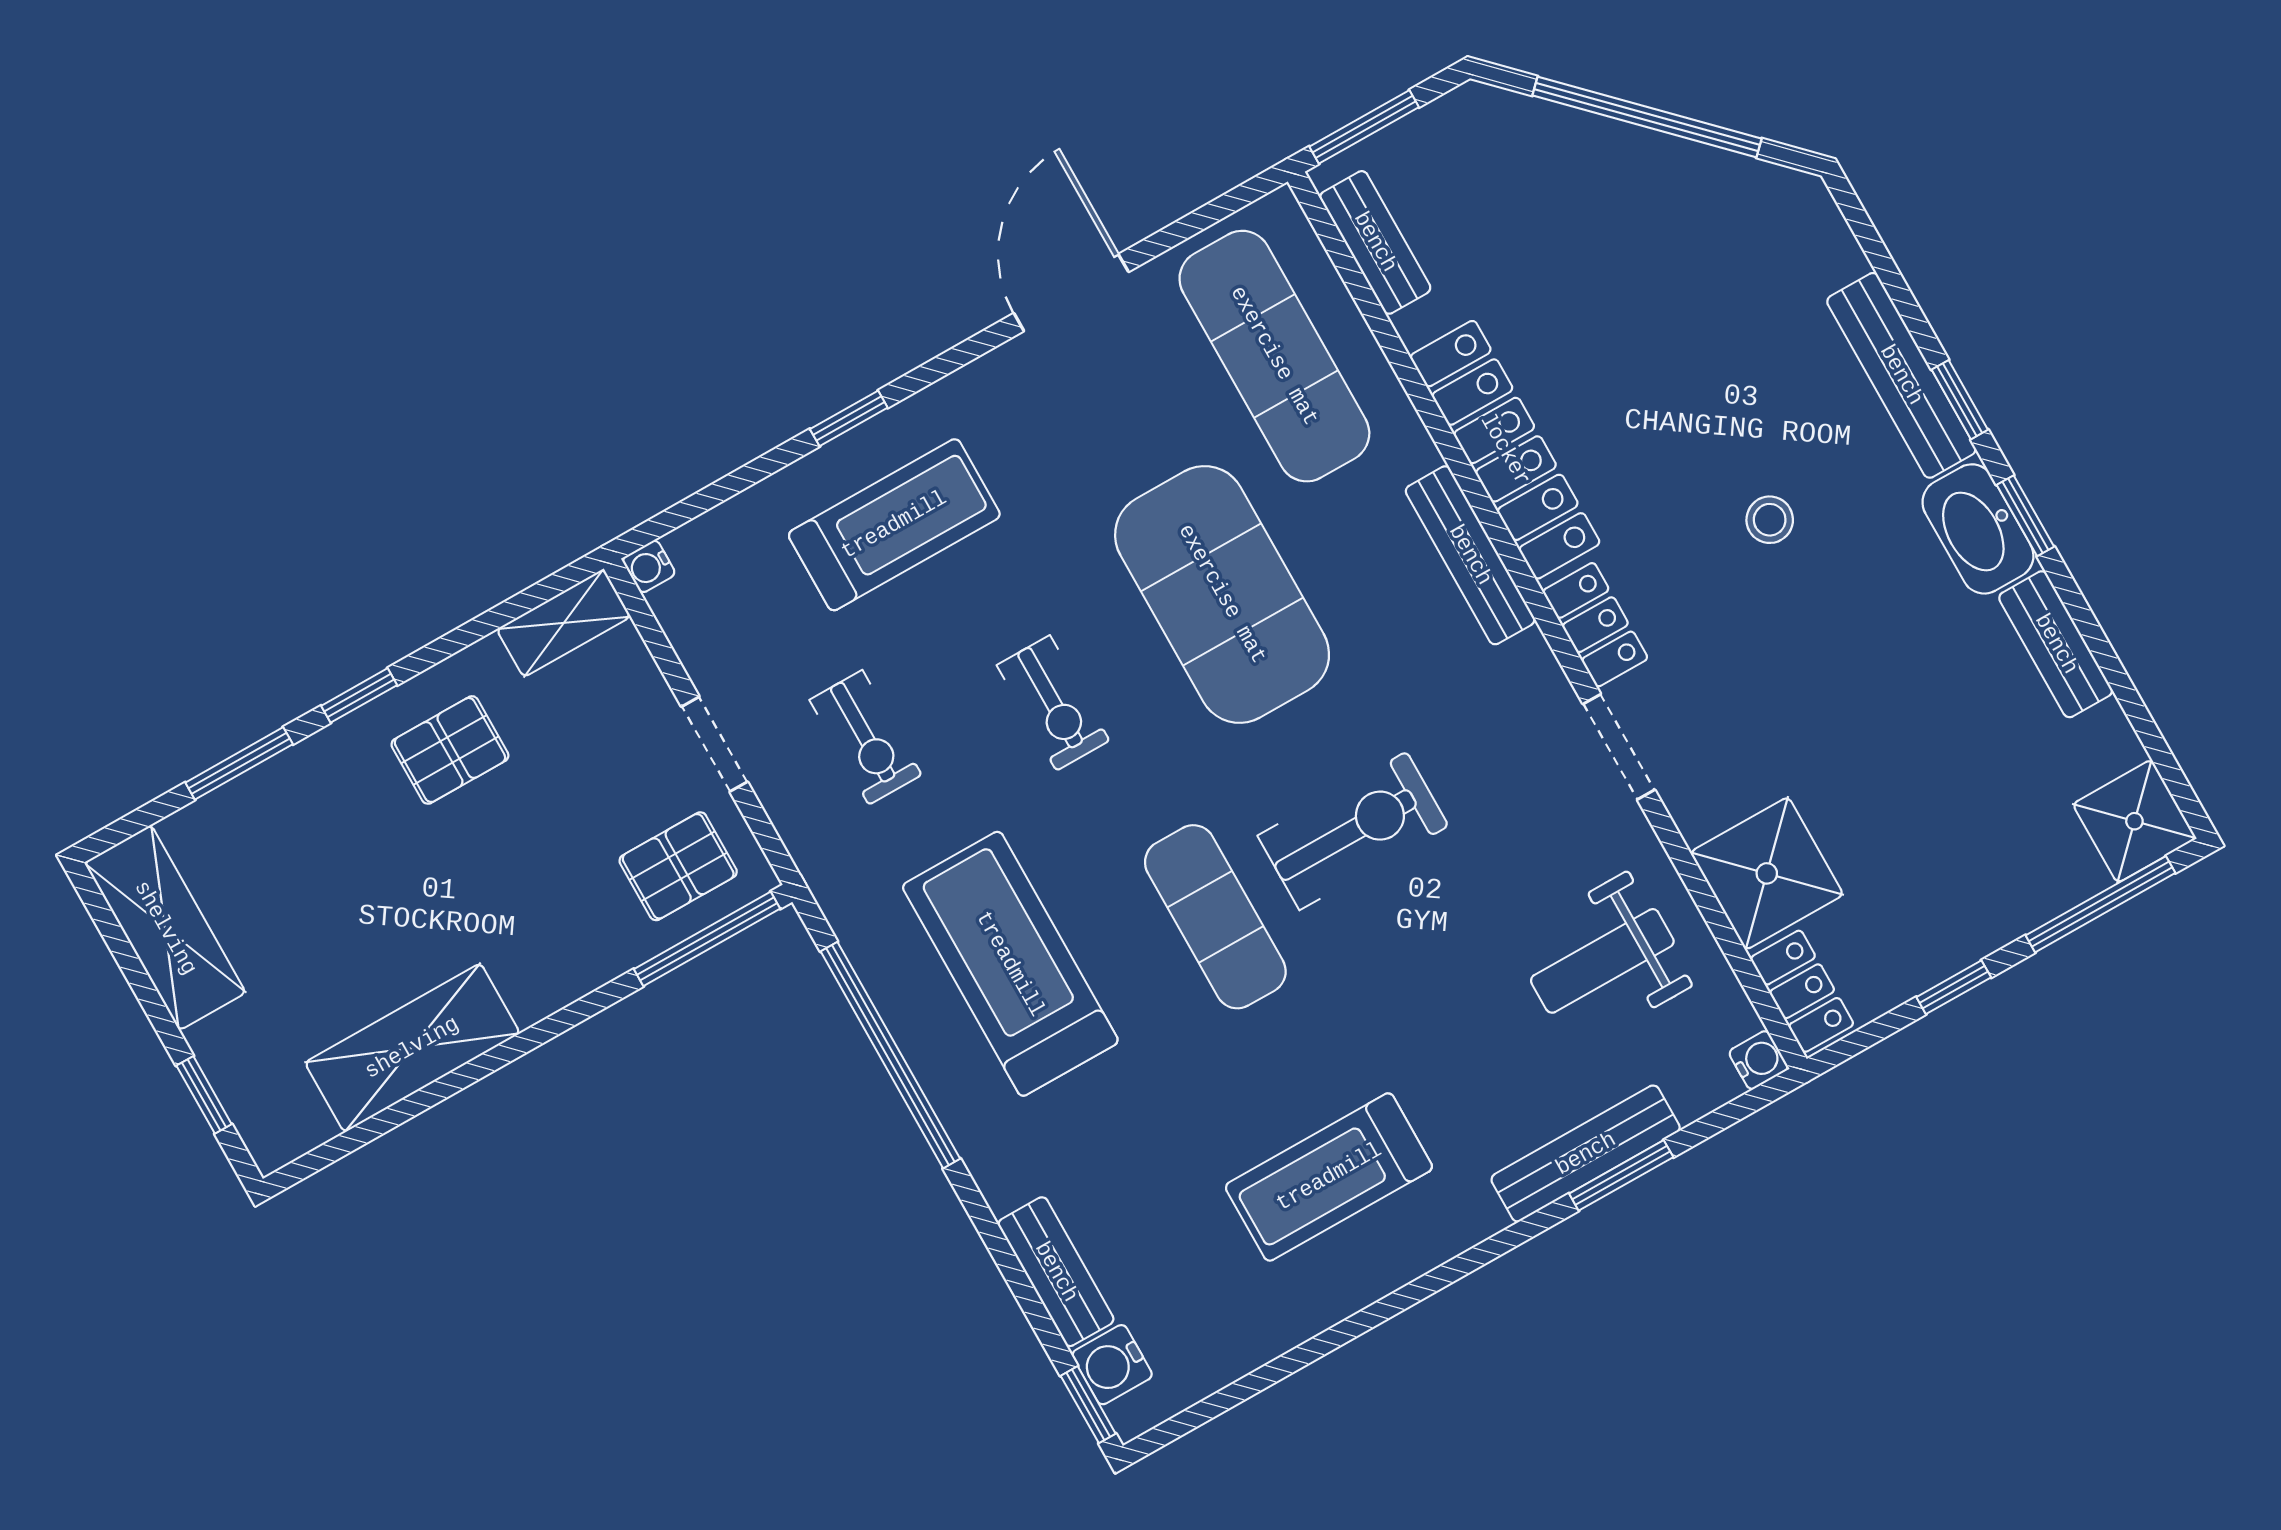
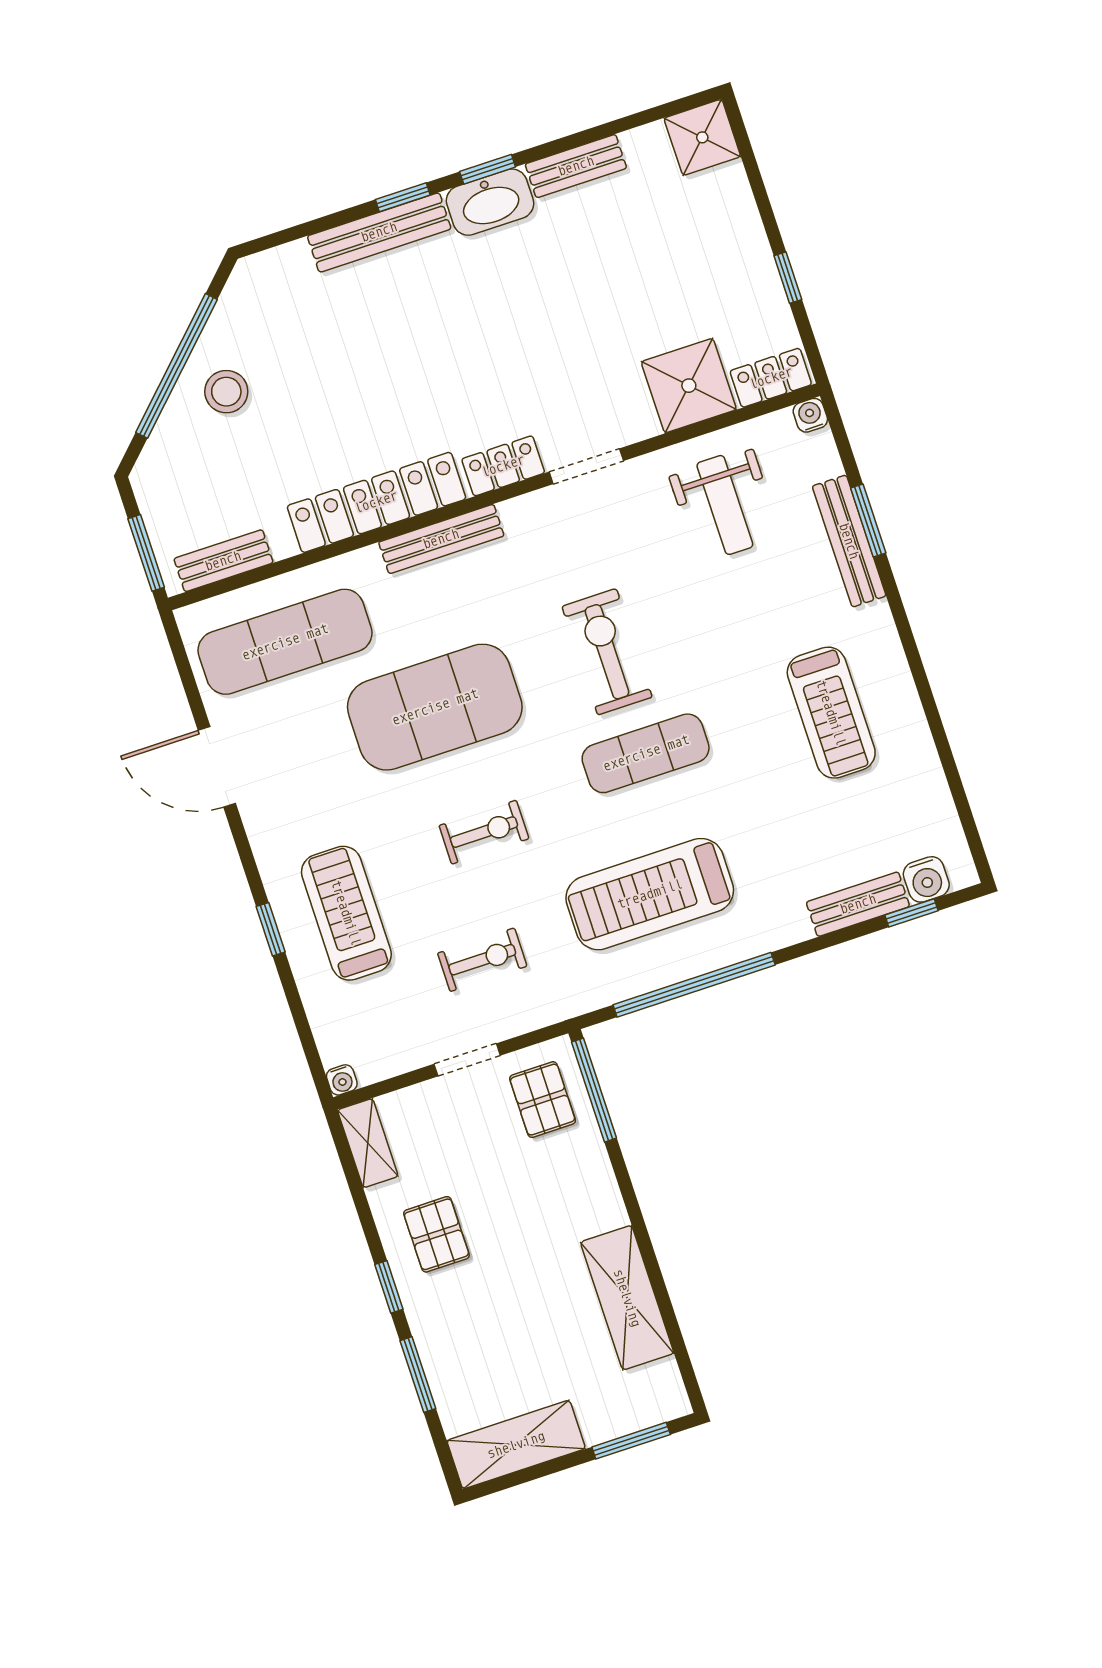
stool: (1770, 520) -> (226, 392), moved, width x1.37, depth x1.37
window: (2100, 904) -> (752, 170), removed
window: (204, 1095) -> (631, 1441), width x1.50
window: (1088, 1405) -> (912, 913), moved

